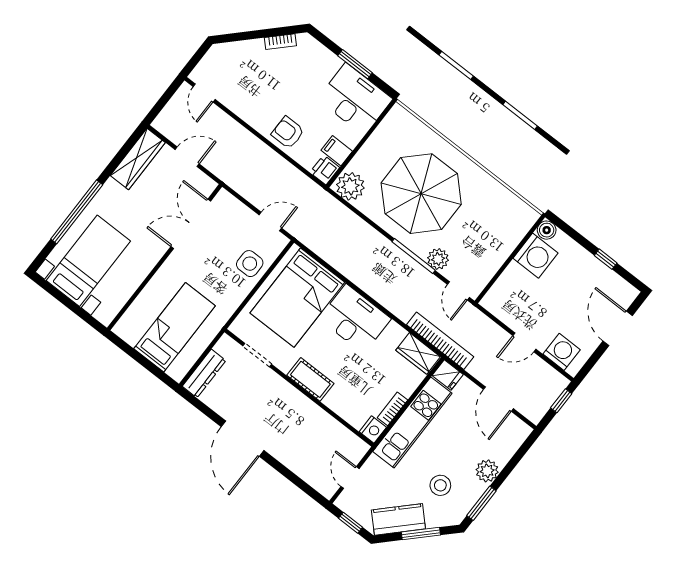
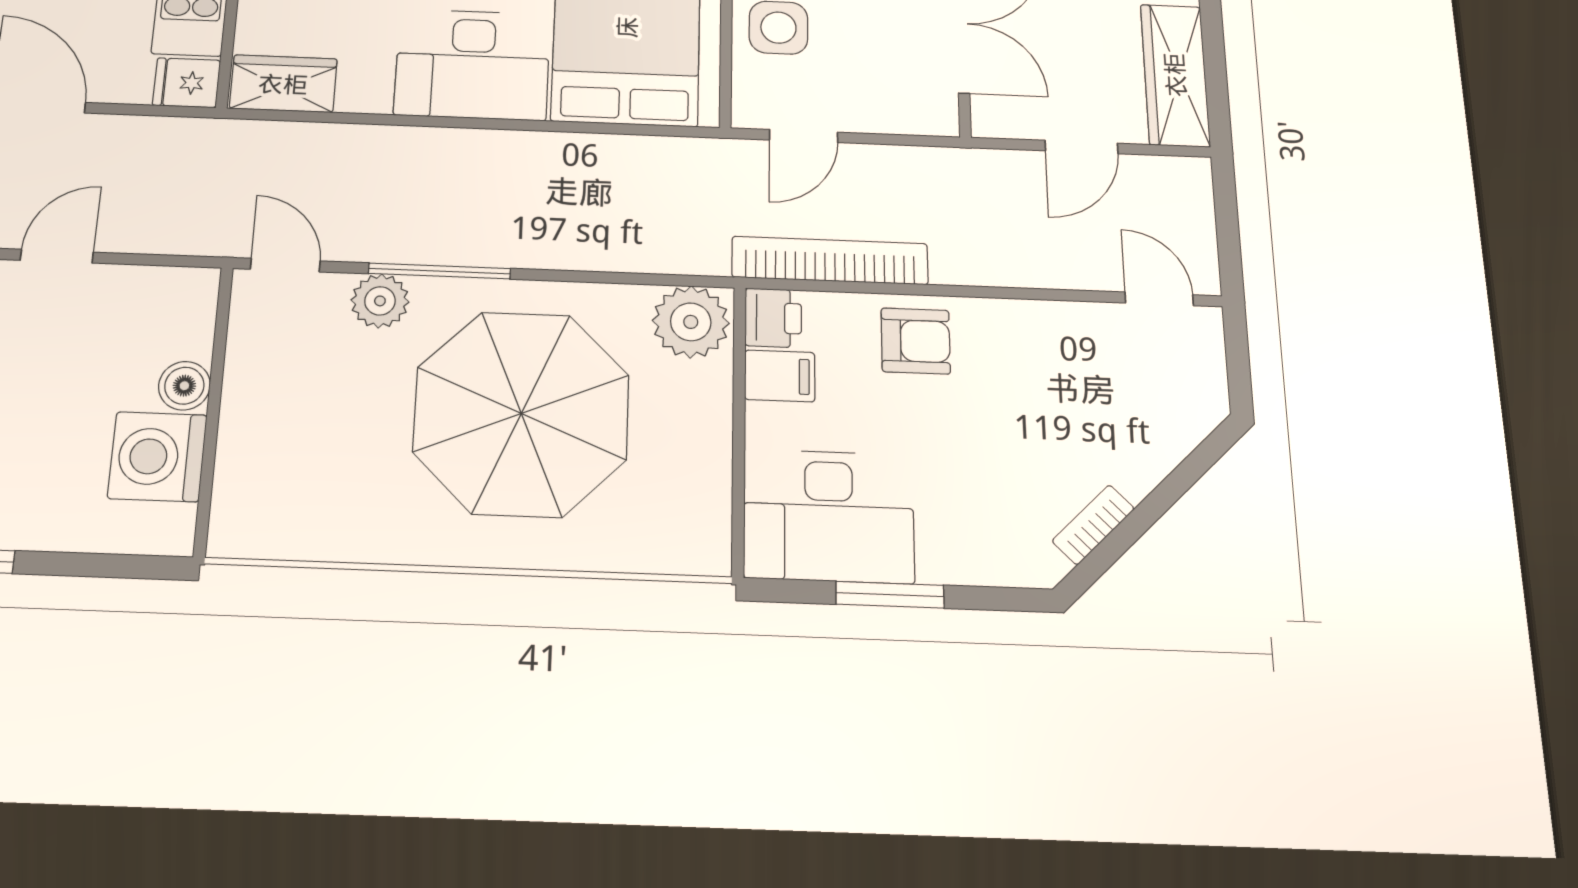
boiler: (547, 230) -> (184, 386), moved
bookcase: (440, 341) -> (830, 260), moved, turned 180

